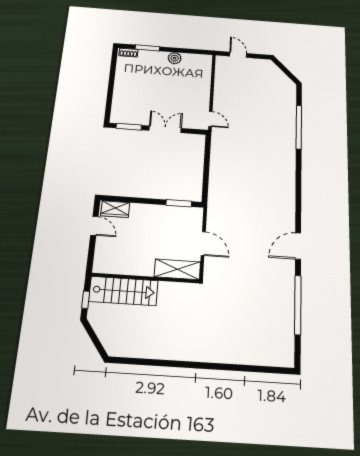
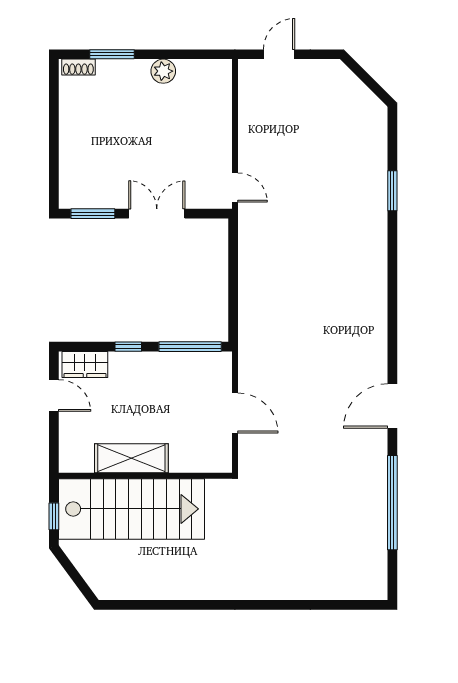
door: (238, 55) -> (279, 54), hinge flipped
window: (299, 127) -> (392, 191), width x0.47
window: (142, 201) -> (128, 347), added
window: (179, 203) -> (190, 347), width x1.44
shelving: (177, 269) -> (131, 458), moved
stairs: (124, 291) -> (132, 509), width x1.36, depth x1.51

